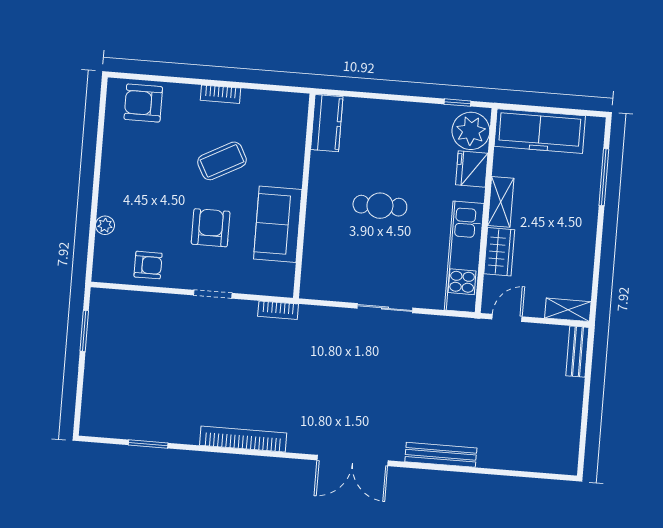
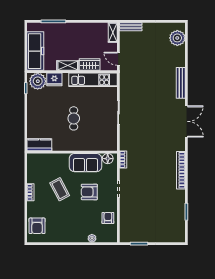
floor lamp: (283, 276) -> (108, 159), added
plant: (543, 455) -> (177, 38), added

